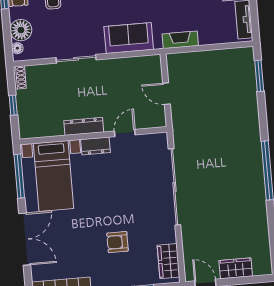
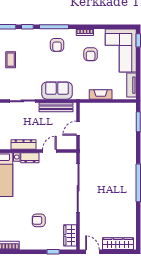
fireplace: (180, 40) -> (101, 94), moved
bench: (129, 64) -> (56, 107), added
door: (166, 94) -> (78, 128), hinge flipped
wardrobe: (236, 268) -> (118, 244), width x1.50

